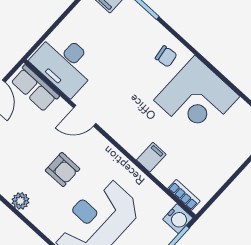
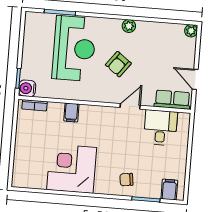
chair: (166, 56) -> (126, 180), moved
desk: (64, 63) -> (160, 128), width x0.73
armchair: (63, 170) -> (118, 64), turned -53

